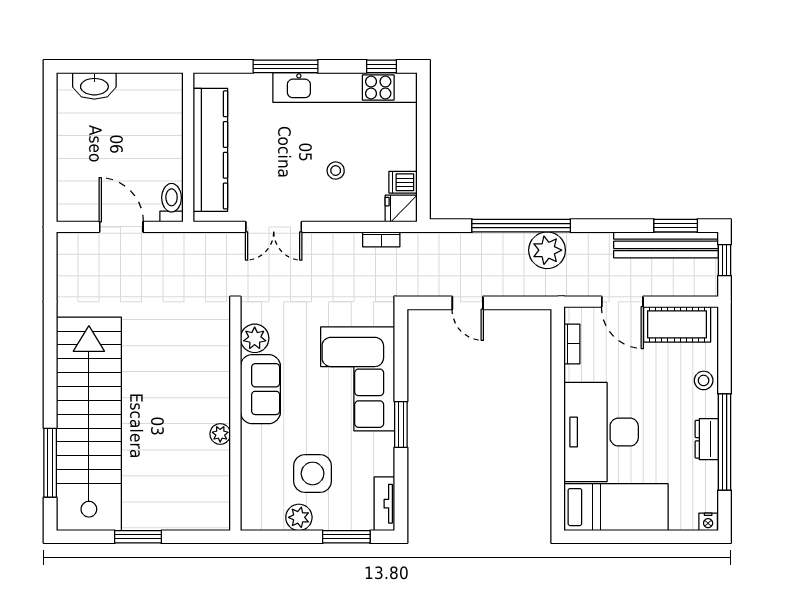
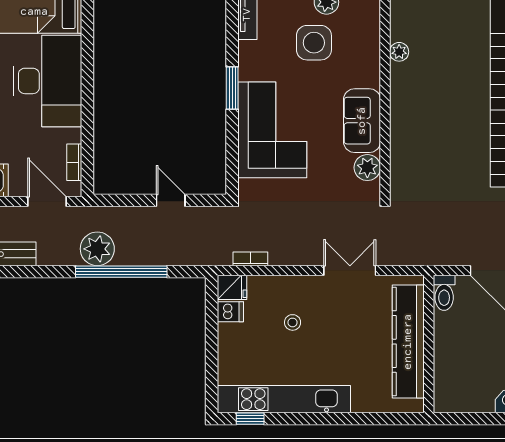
window: (285, 66) -> (339, 419), removed
door: (622, 302) -> (47, 201), moved
plant: (220, 434) -> (399, 52), moved

